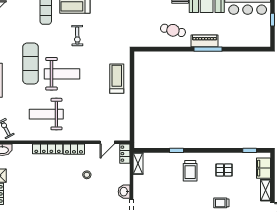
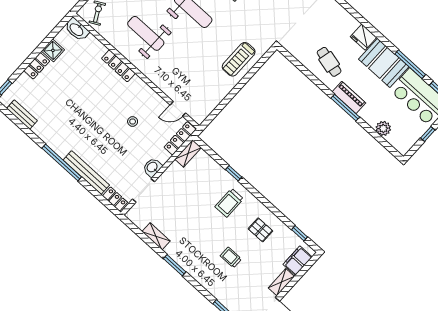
plant: (242, 41) -> (383, 128), added
treadmill: (117, 79) -> (239, 59), turned 180
locker: (74, 149) -> (142, 88), removed
locker: (125, 154) -> (180, 138), width x1.53

